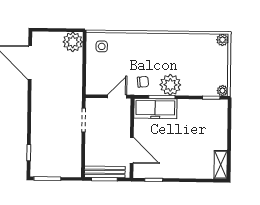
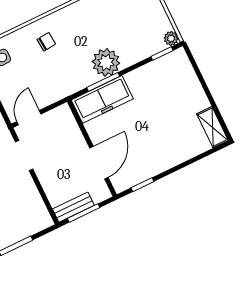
chair: (143, 82) -> (46, 42), moved
door: (117, 96) -> (29, 118), moved
door: (132, 150) -> (99, 163), hinge flipped
bench: (105, 172) -> (73, 207), width x0.73

